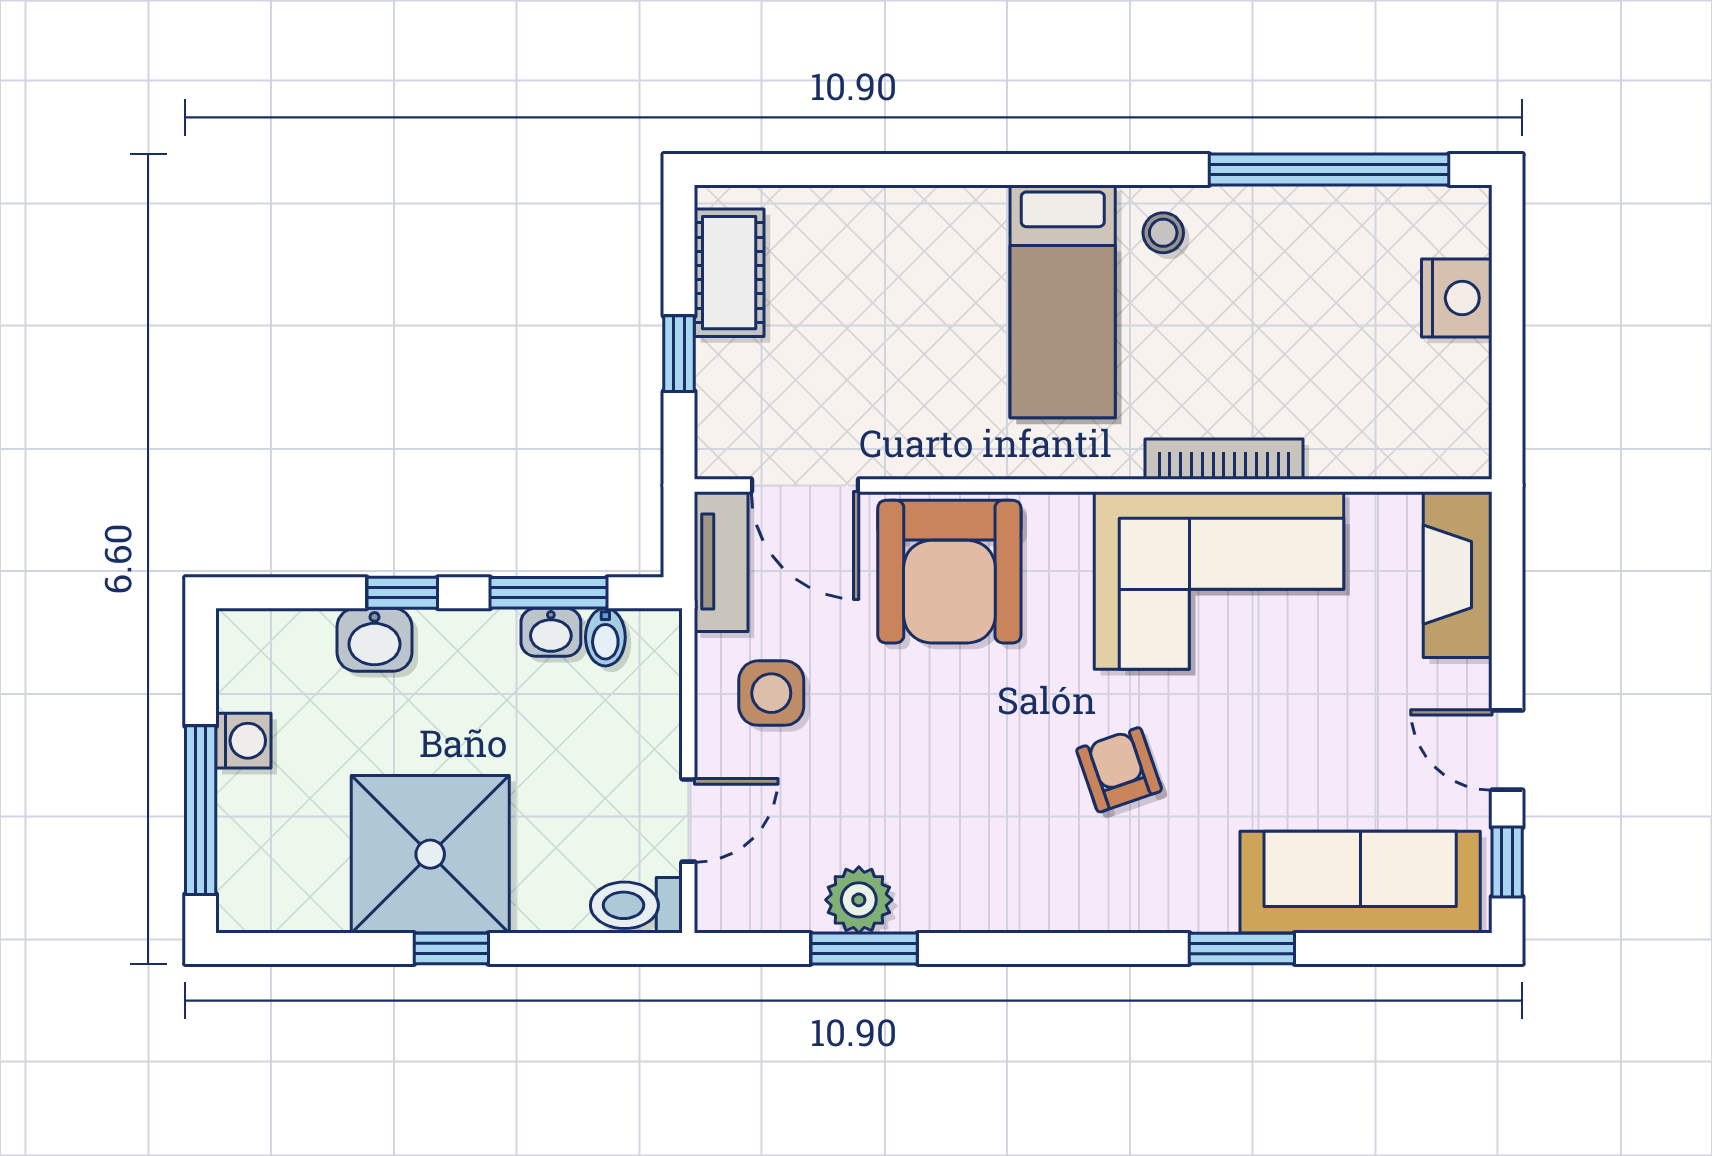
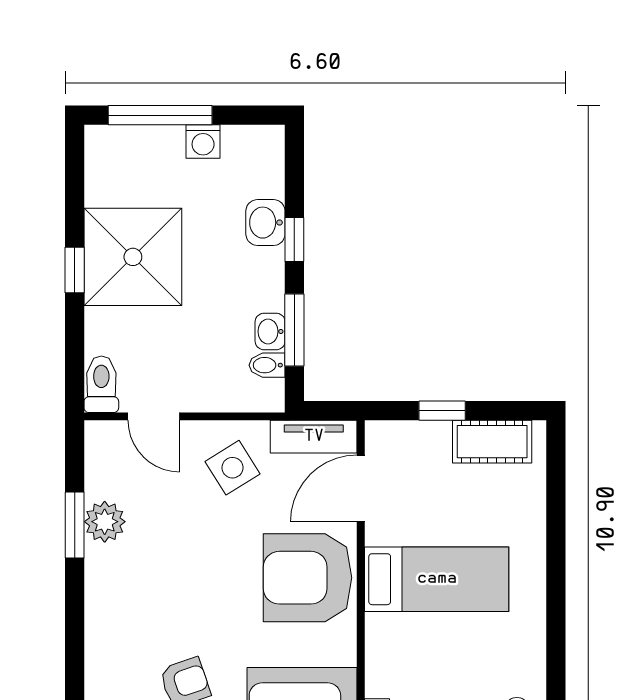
bed: (1063, 301) -> (437, 579), moved, turned 180
side table: (771, 693) -> (232, 468), turned -32

